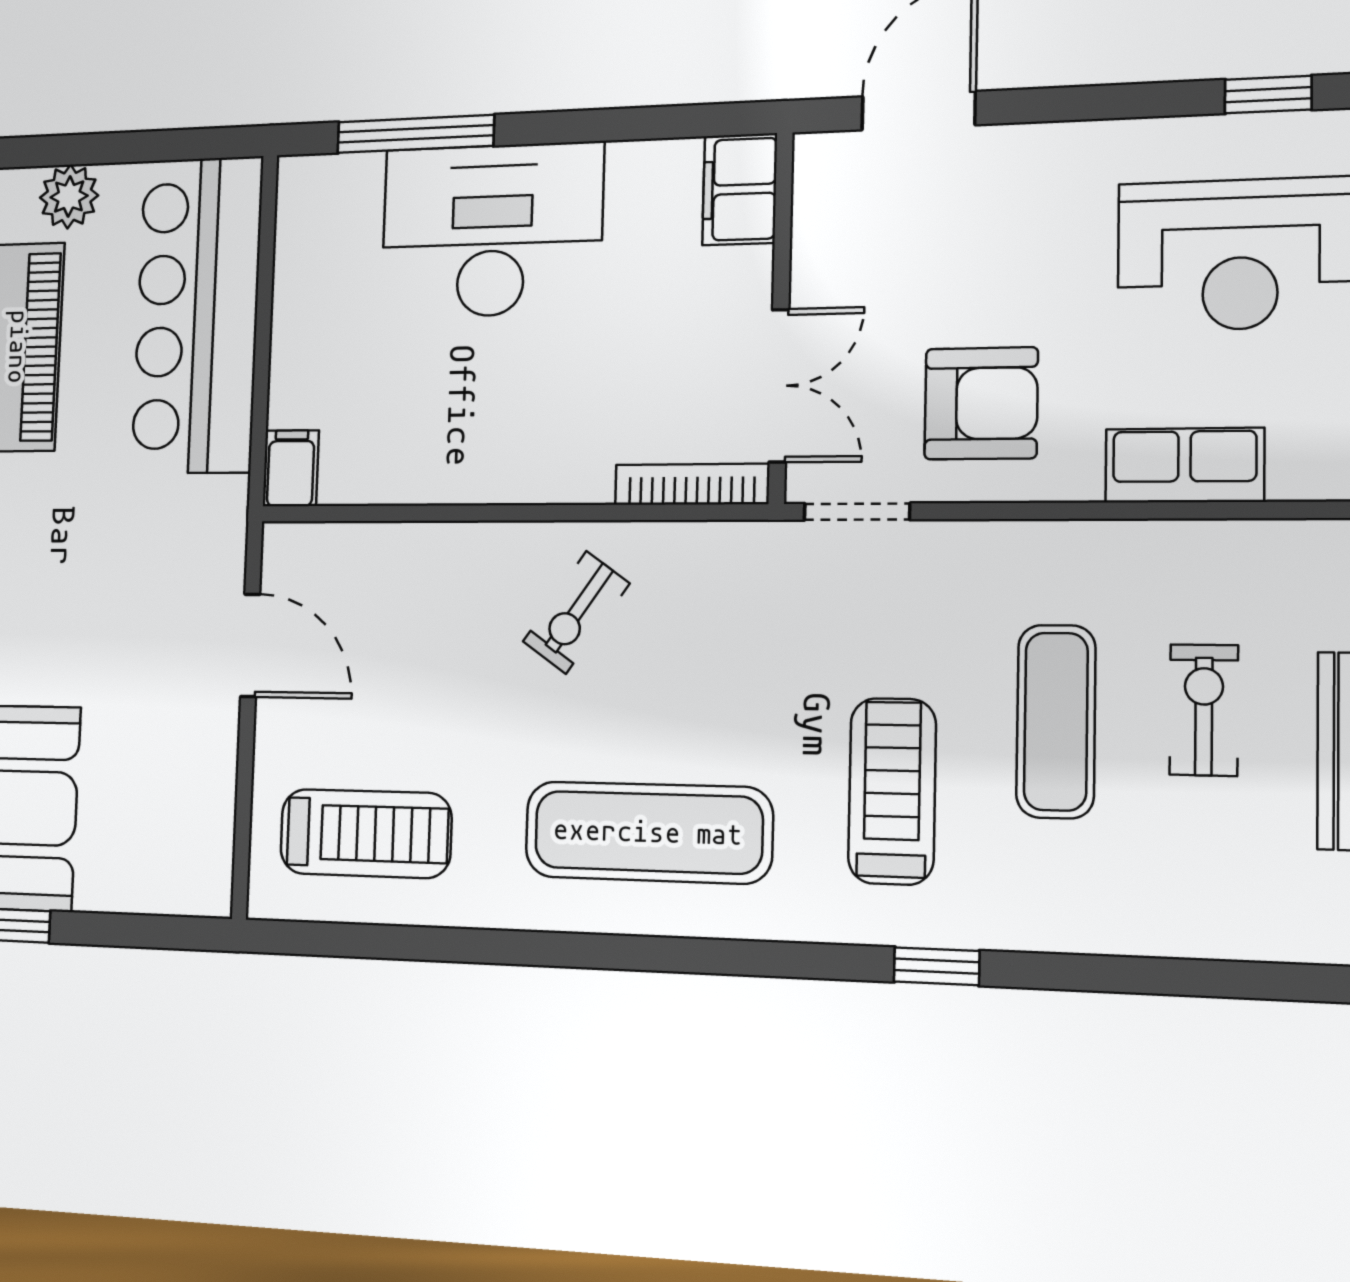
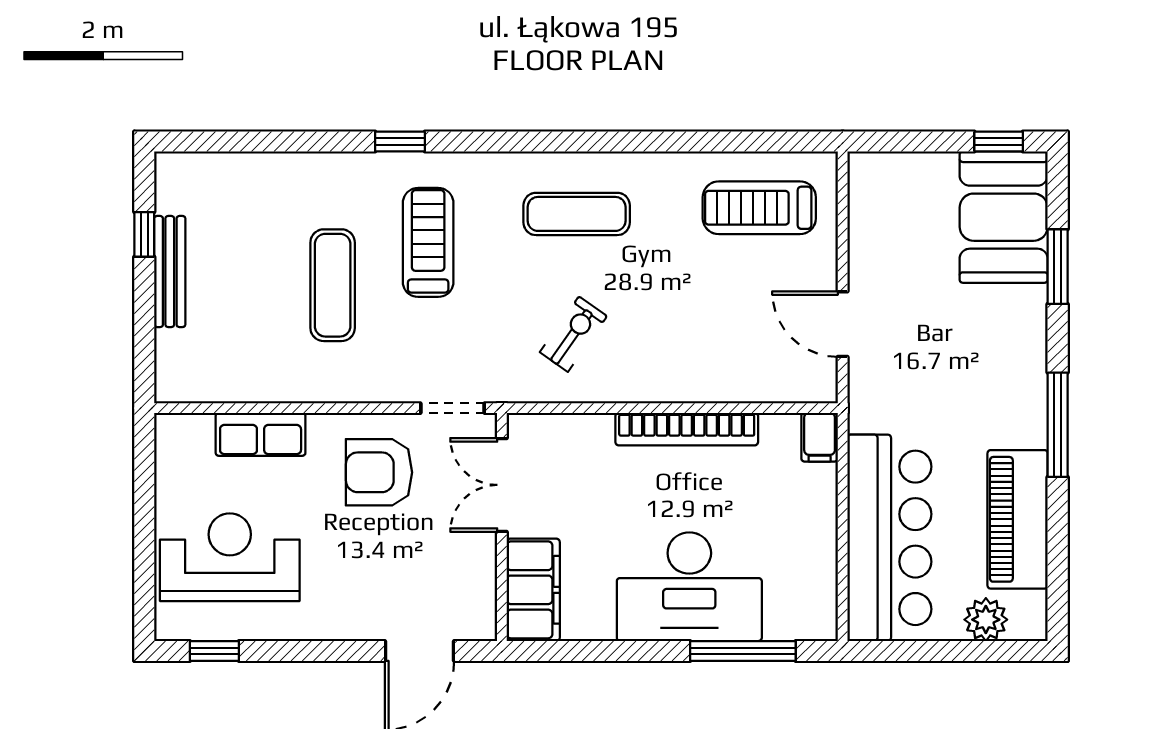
filing cabinet: (740, 189) -> (533, 590), width x1.50, depth x1.17
bookcase: (692, 484) -> (687, 429), moved, width x1.48, depth x1.31
exercise bike: (576, 612) -> (573, 334), moved
exercise bike: (1204, 710) -> (249, 293), removed
treadmill: (892, 791) -> (428, 242), turned 180
exercise mat: (648, 832) -> (577, 214), width x0.73, depth x0.69

